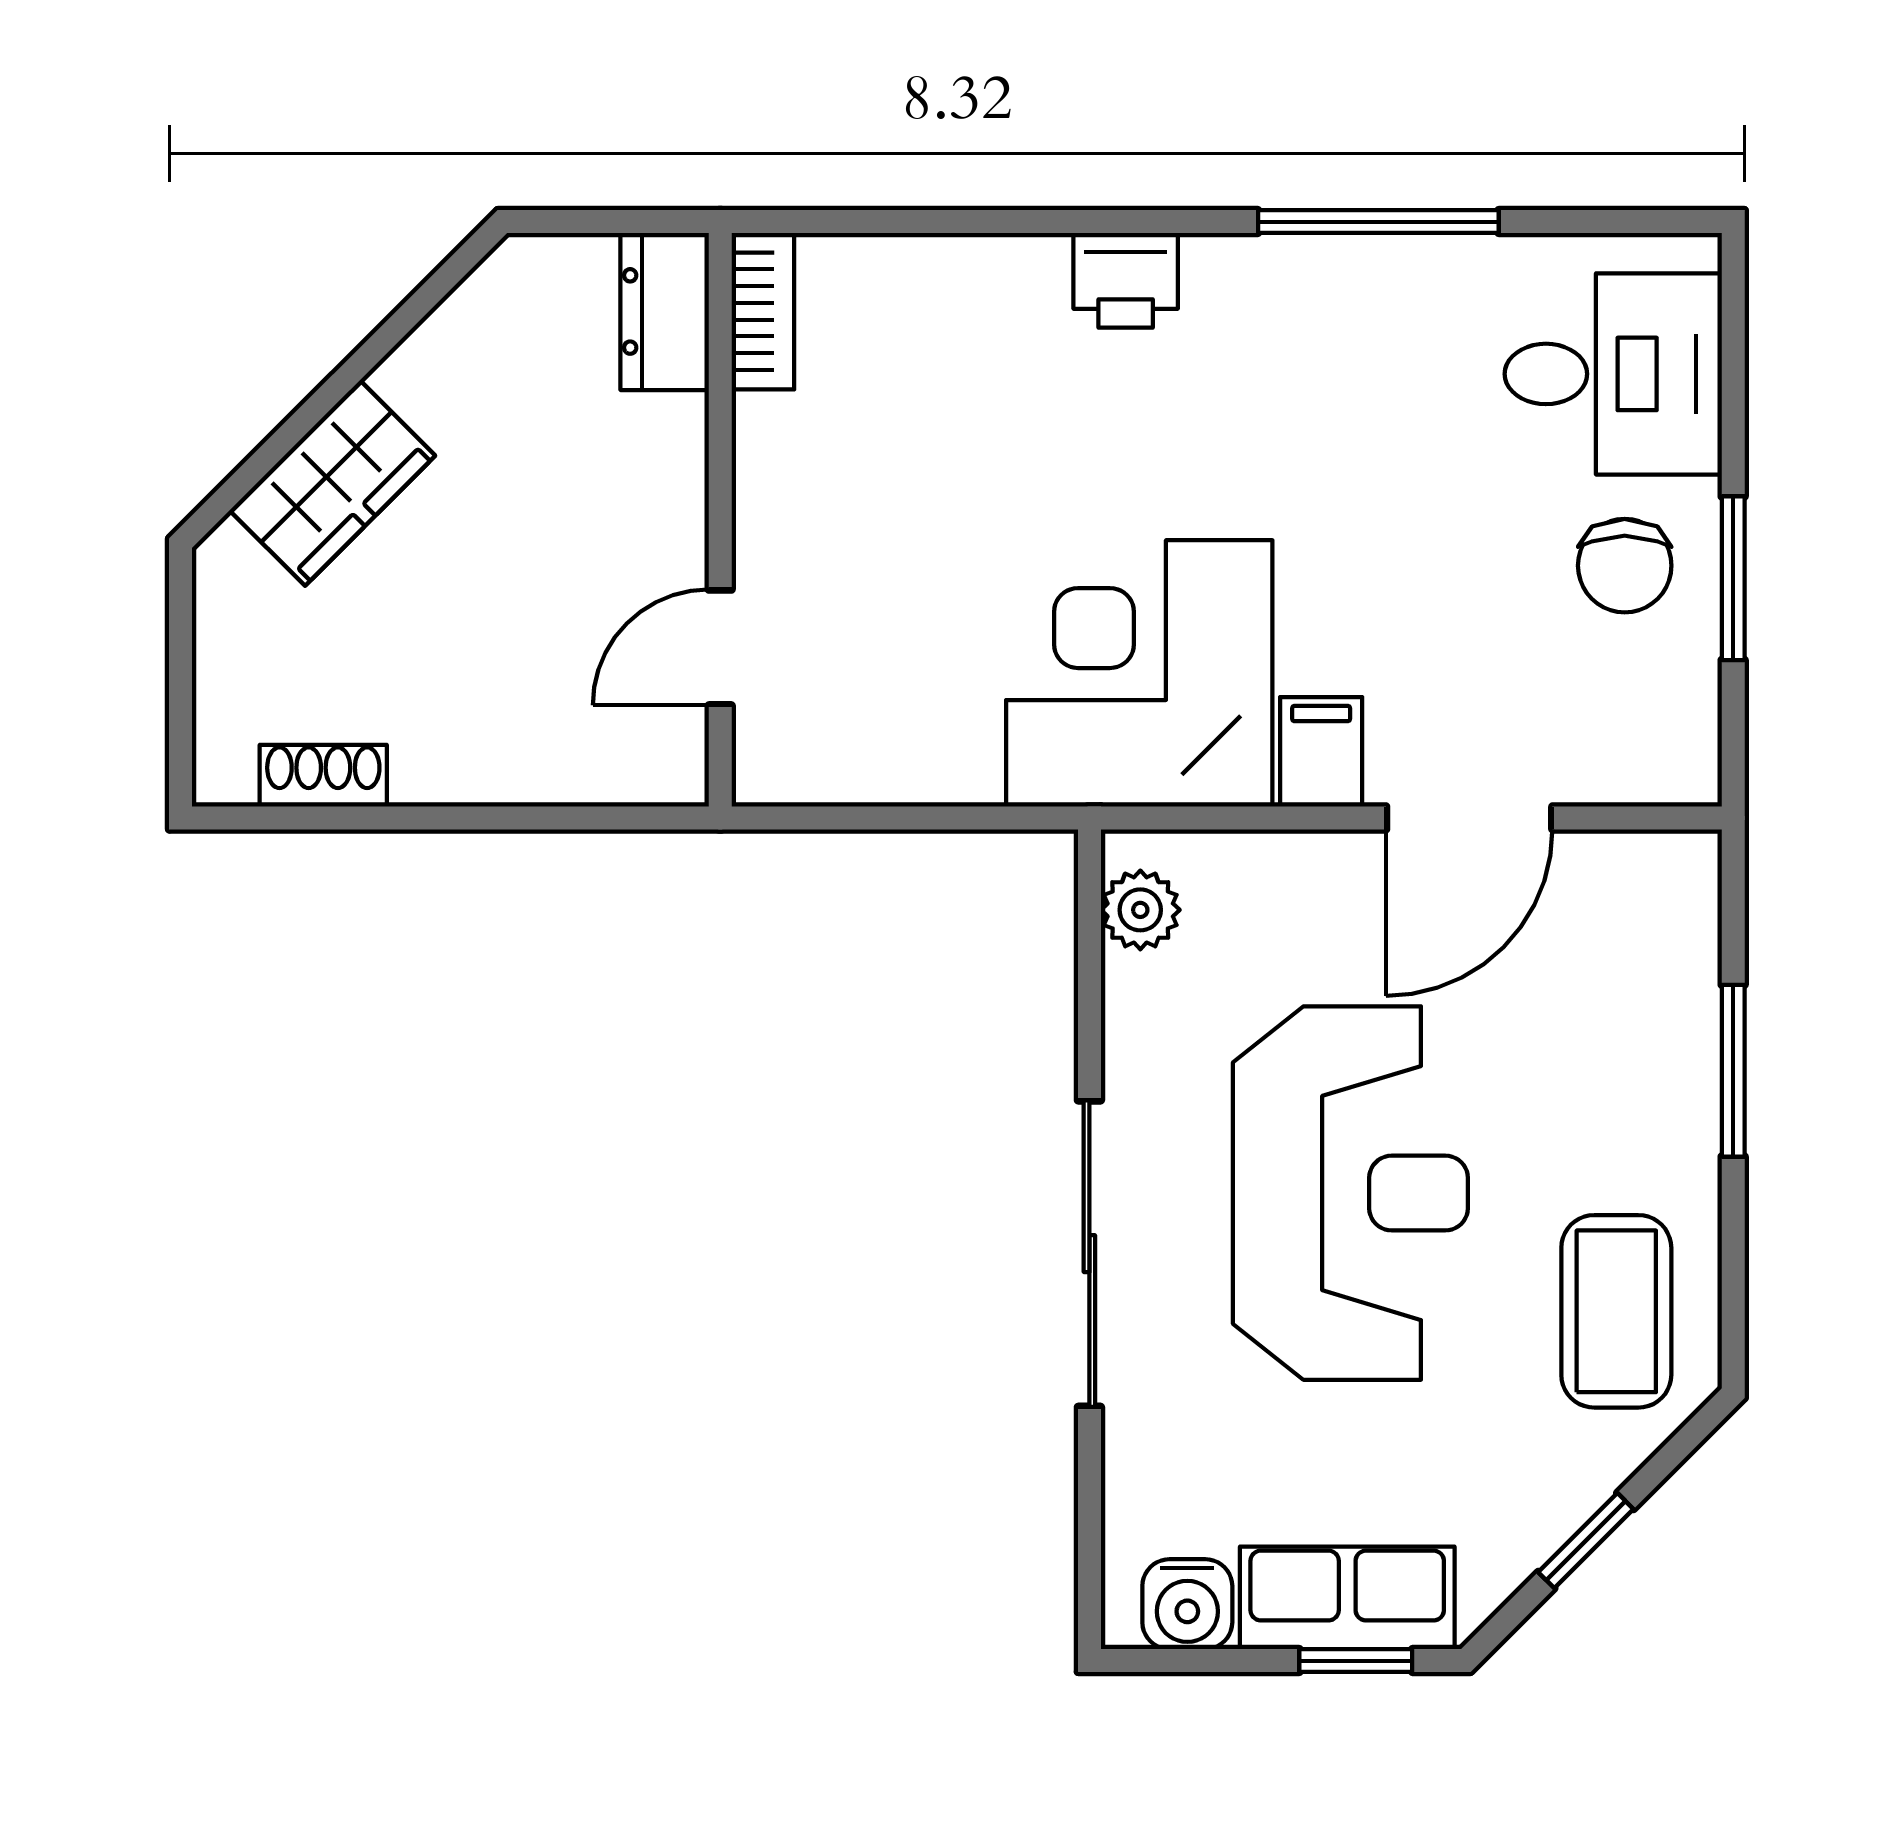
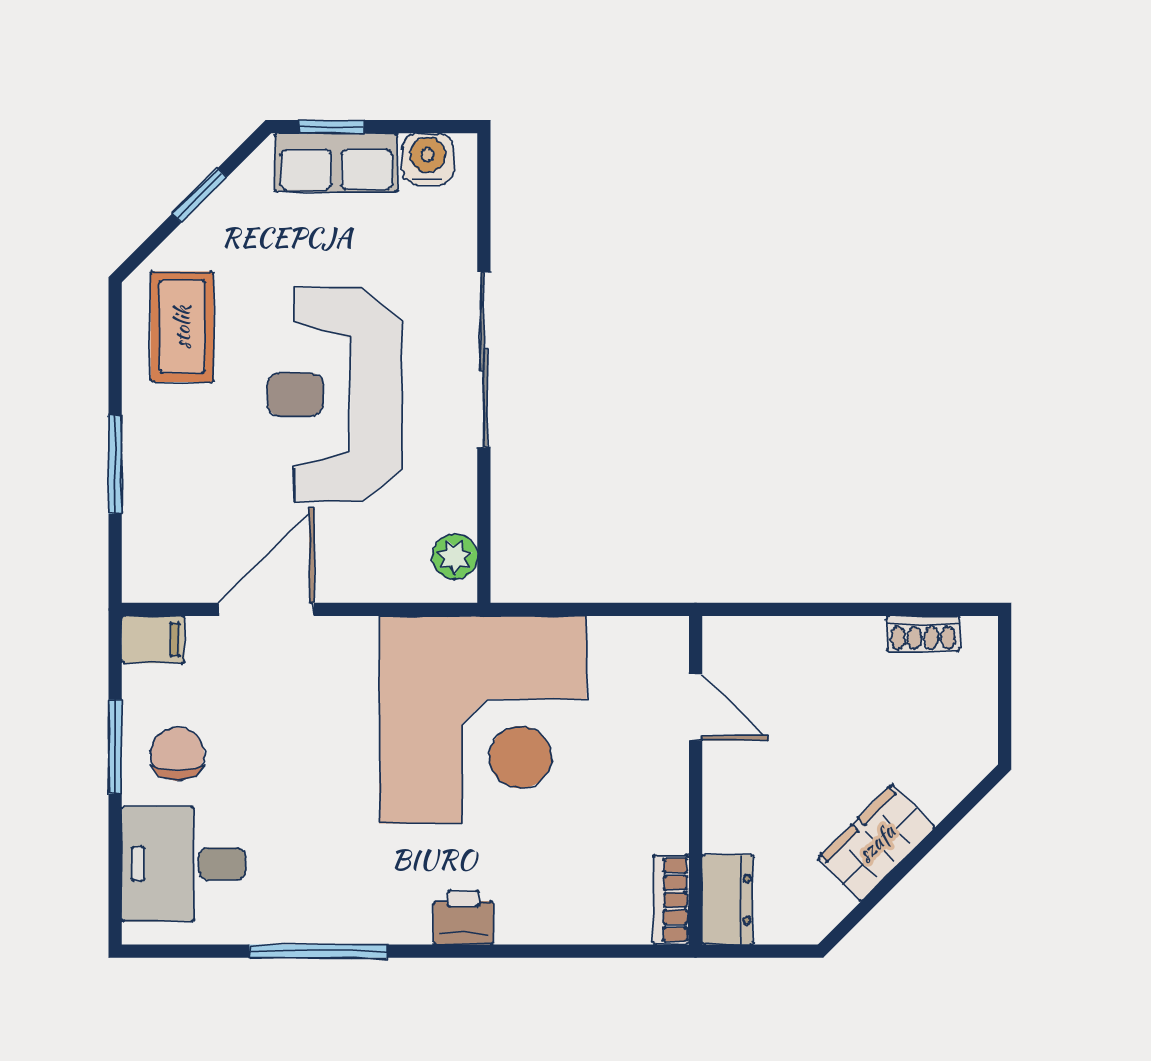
wardrobe: (332, 483) -> (876, 843), moved
door: (720, 647) -> (696, 707), hinge flipped
corner desk: (1139, 673) -> (483, 720), width x1.36, depth x1.36
filing cabinet: (1321, 752) -> (153, 639), moved, turned -90

